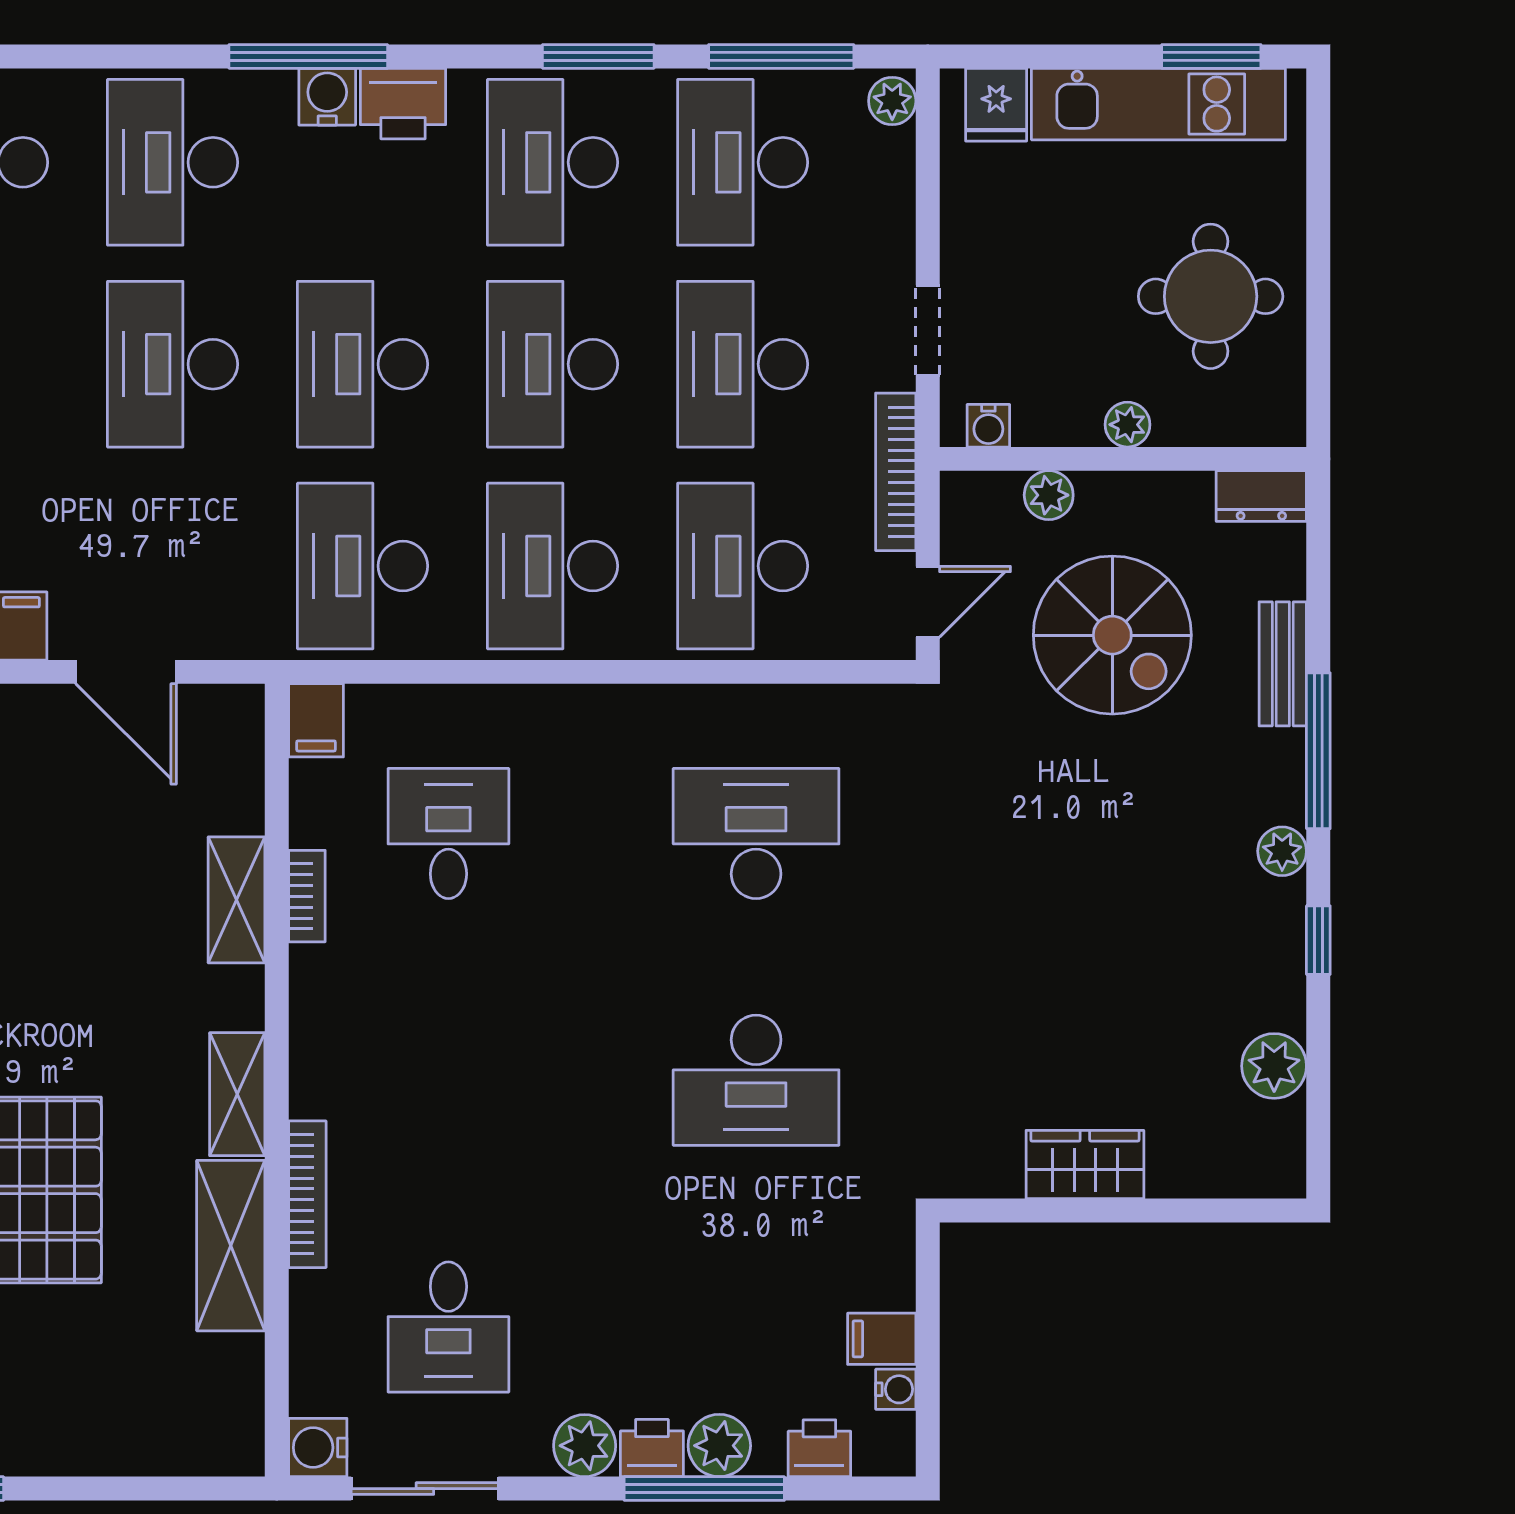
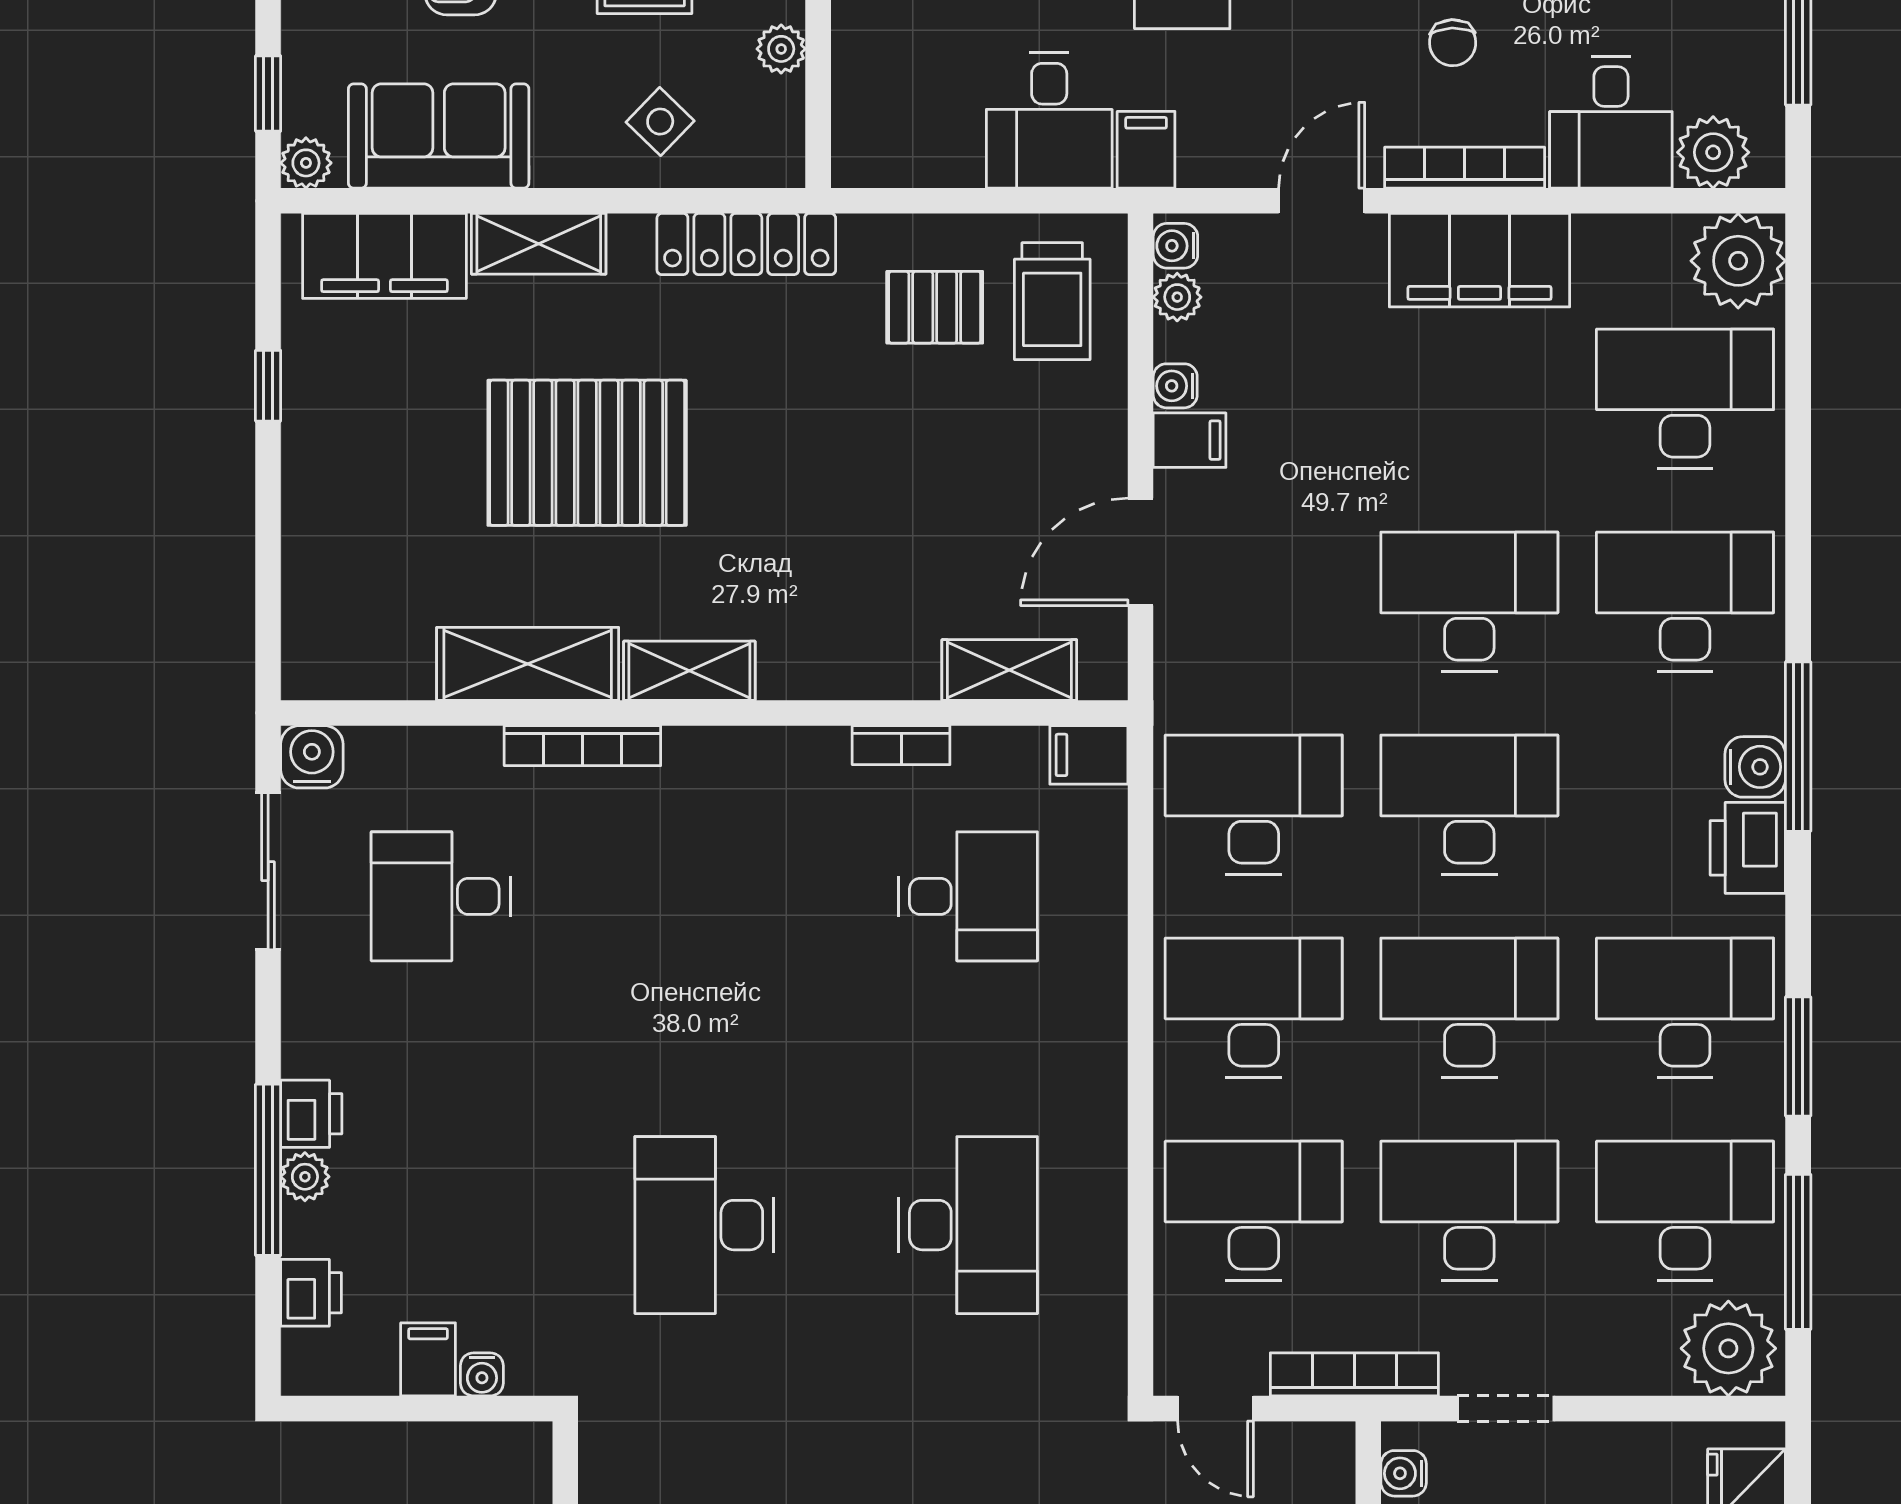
plant: (892, 101) -> (1728, 1348), width x1.87, depth x1.87
shelving: (237, 900) -> (1009, 670), moved
water cooler: (896, 1389) -> (482, 1374), moved
plant: (585, 1446) -> (314, 1042), removed
plant: (719, 1446) -> (305, 1177), width x0.73, depth x0.73

